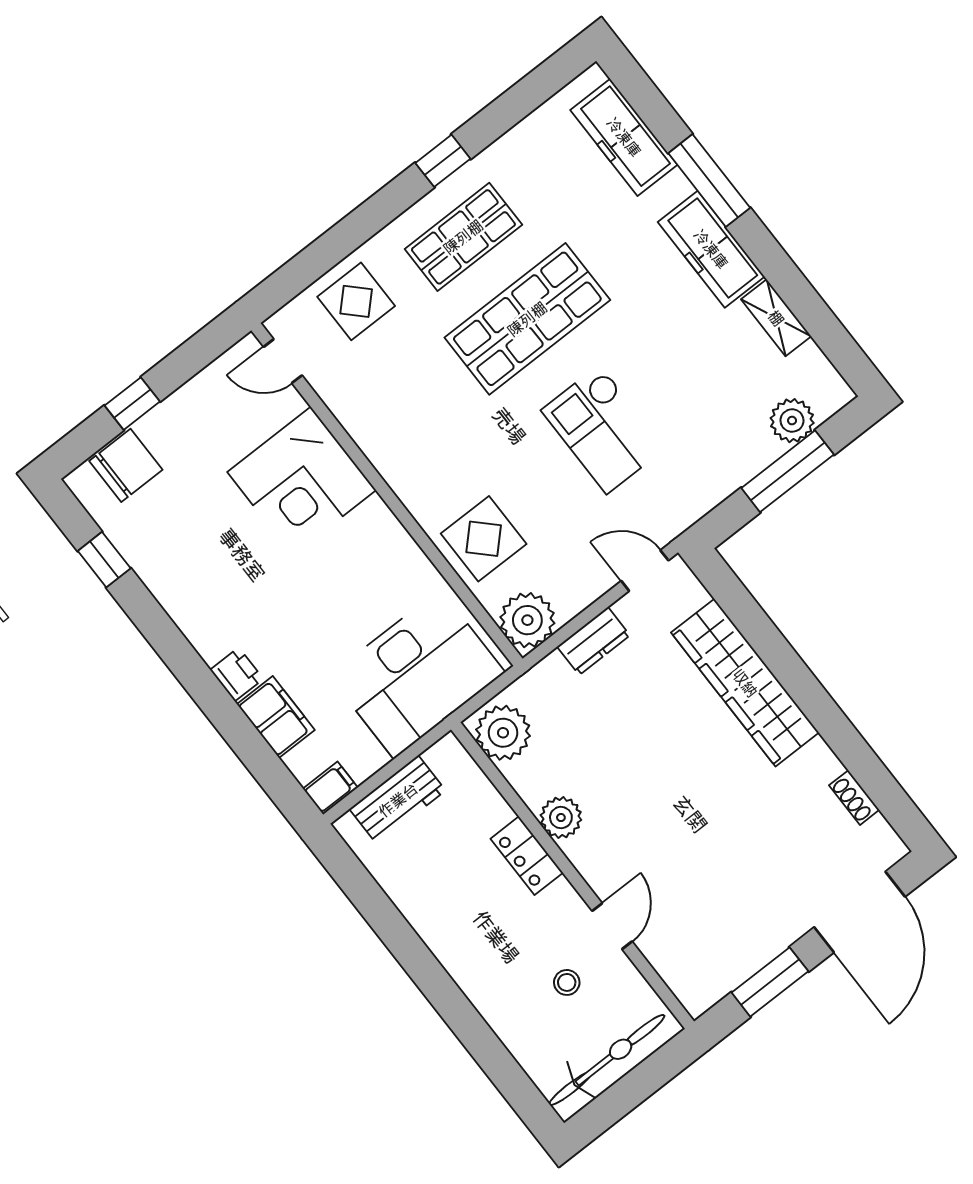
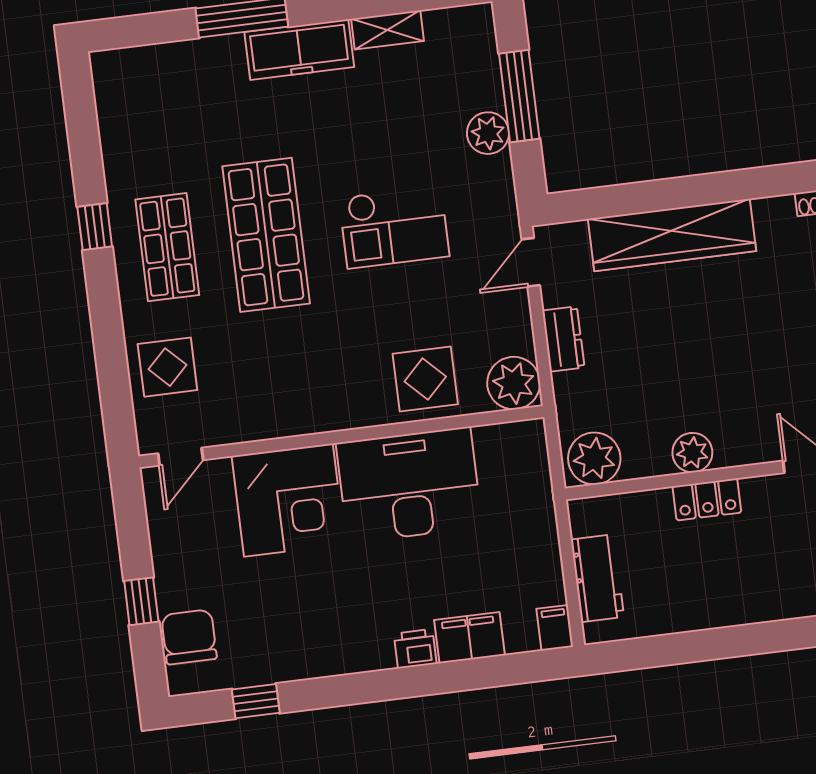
freezer: (624, 137) -> (164, 66), removed
plant: (792, 421) -> (488, 133), moved
desk: (417, 674) -> (409, 485), moved, turned -90

